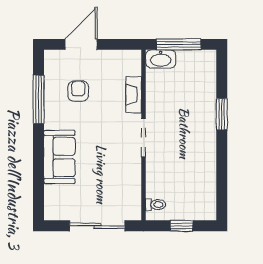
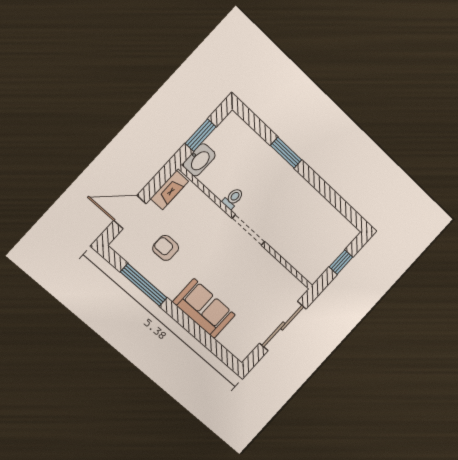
door: (81, 44) -> (130, 212), hinge flipped
window: (178, 44) -> (201, 135), width x0.69
fireplace: (134, 95) -> (169, 190), moved, turned -90
toilet: (156, 205) -> (233, 198), moved

